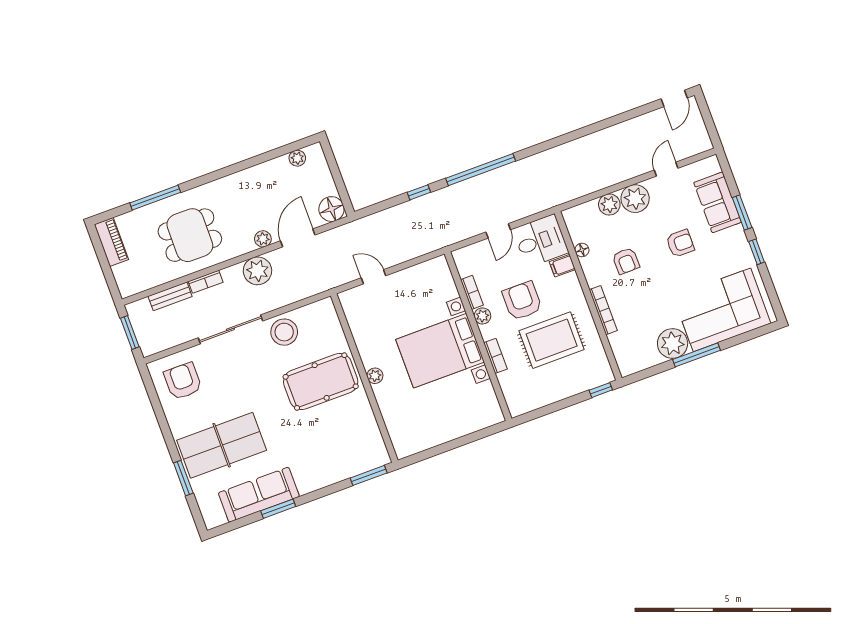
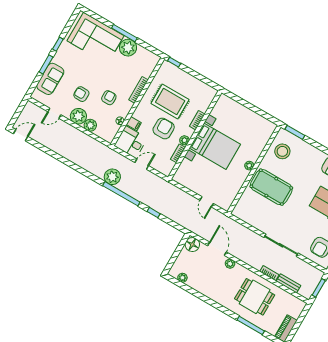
door: (298, 238) -> (217, 249), swing flipped
armchair: (680, 243) -> (81, 94), moved
plant: (257, 271) -> (112, 177), moved
armchair: (522, 301) -> (164, 128), turned 180
stool: (284, 332) -> (282, 151), moved

